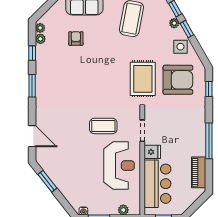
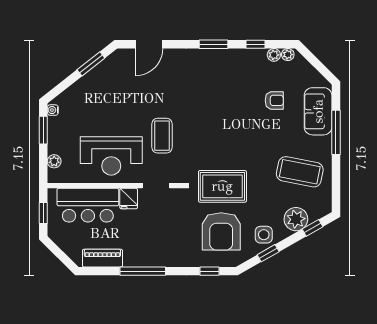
plant: (174, 23) -> (296, 219), width x1.88, depth x1.88
window: (187, 29) -> (268, 253), moved

